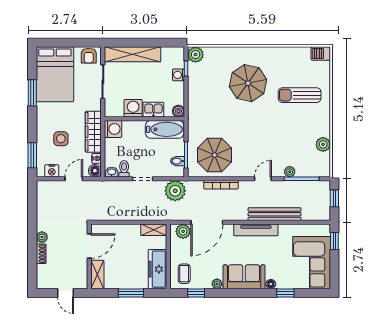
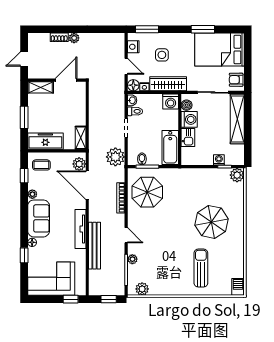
boiler: (178, 111) -> (187, 105), moved
plant: (323, 144) -> (142, 289), moved
door: (89, 246) -> (66, 80), swing flipped

